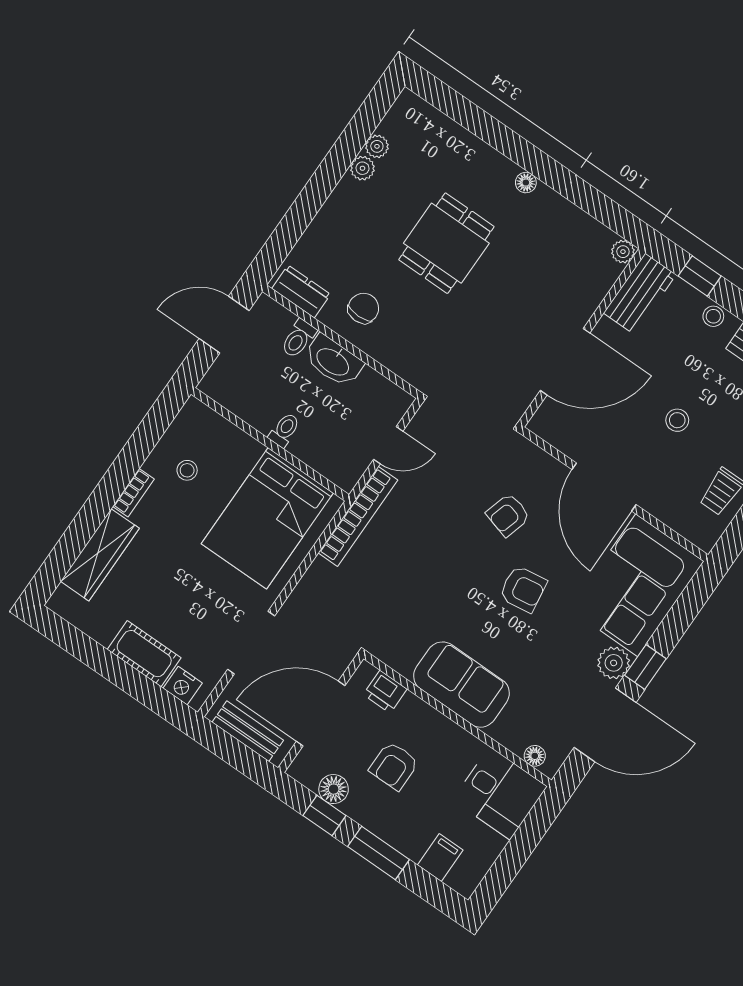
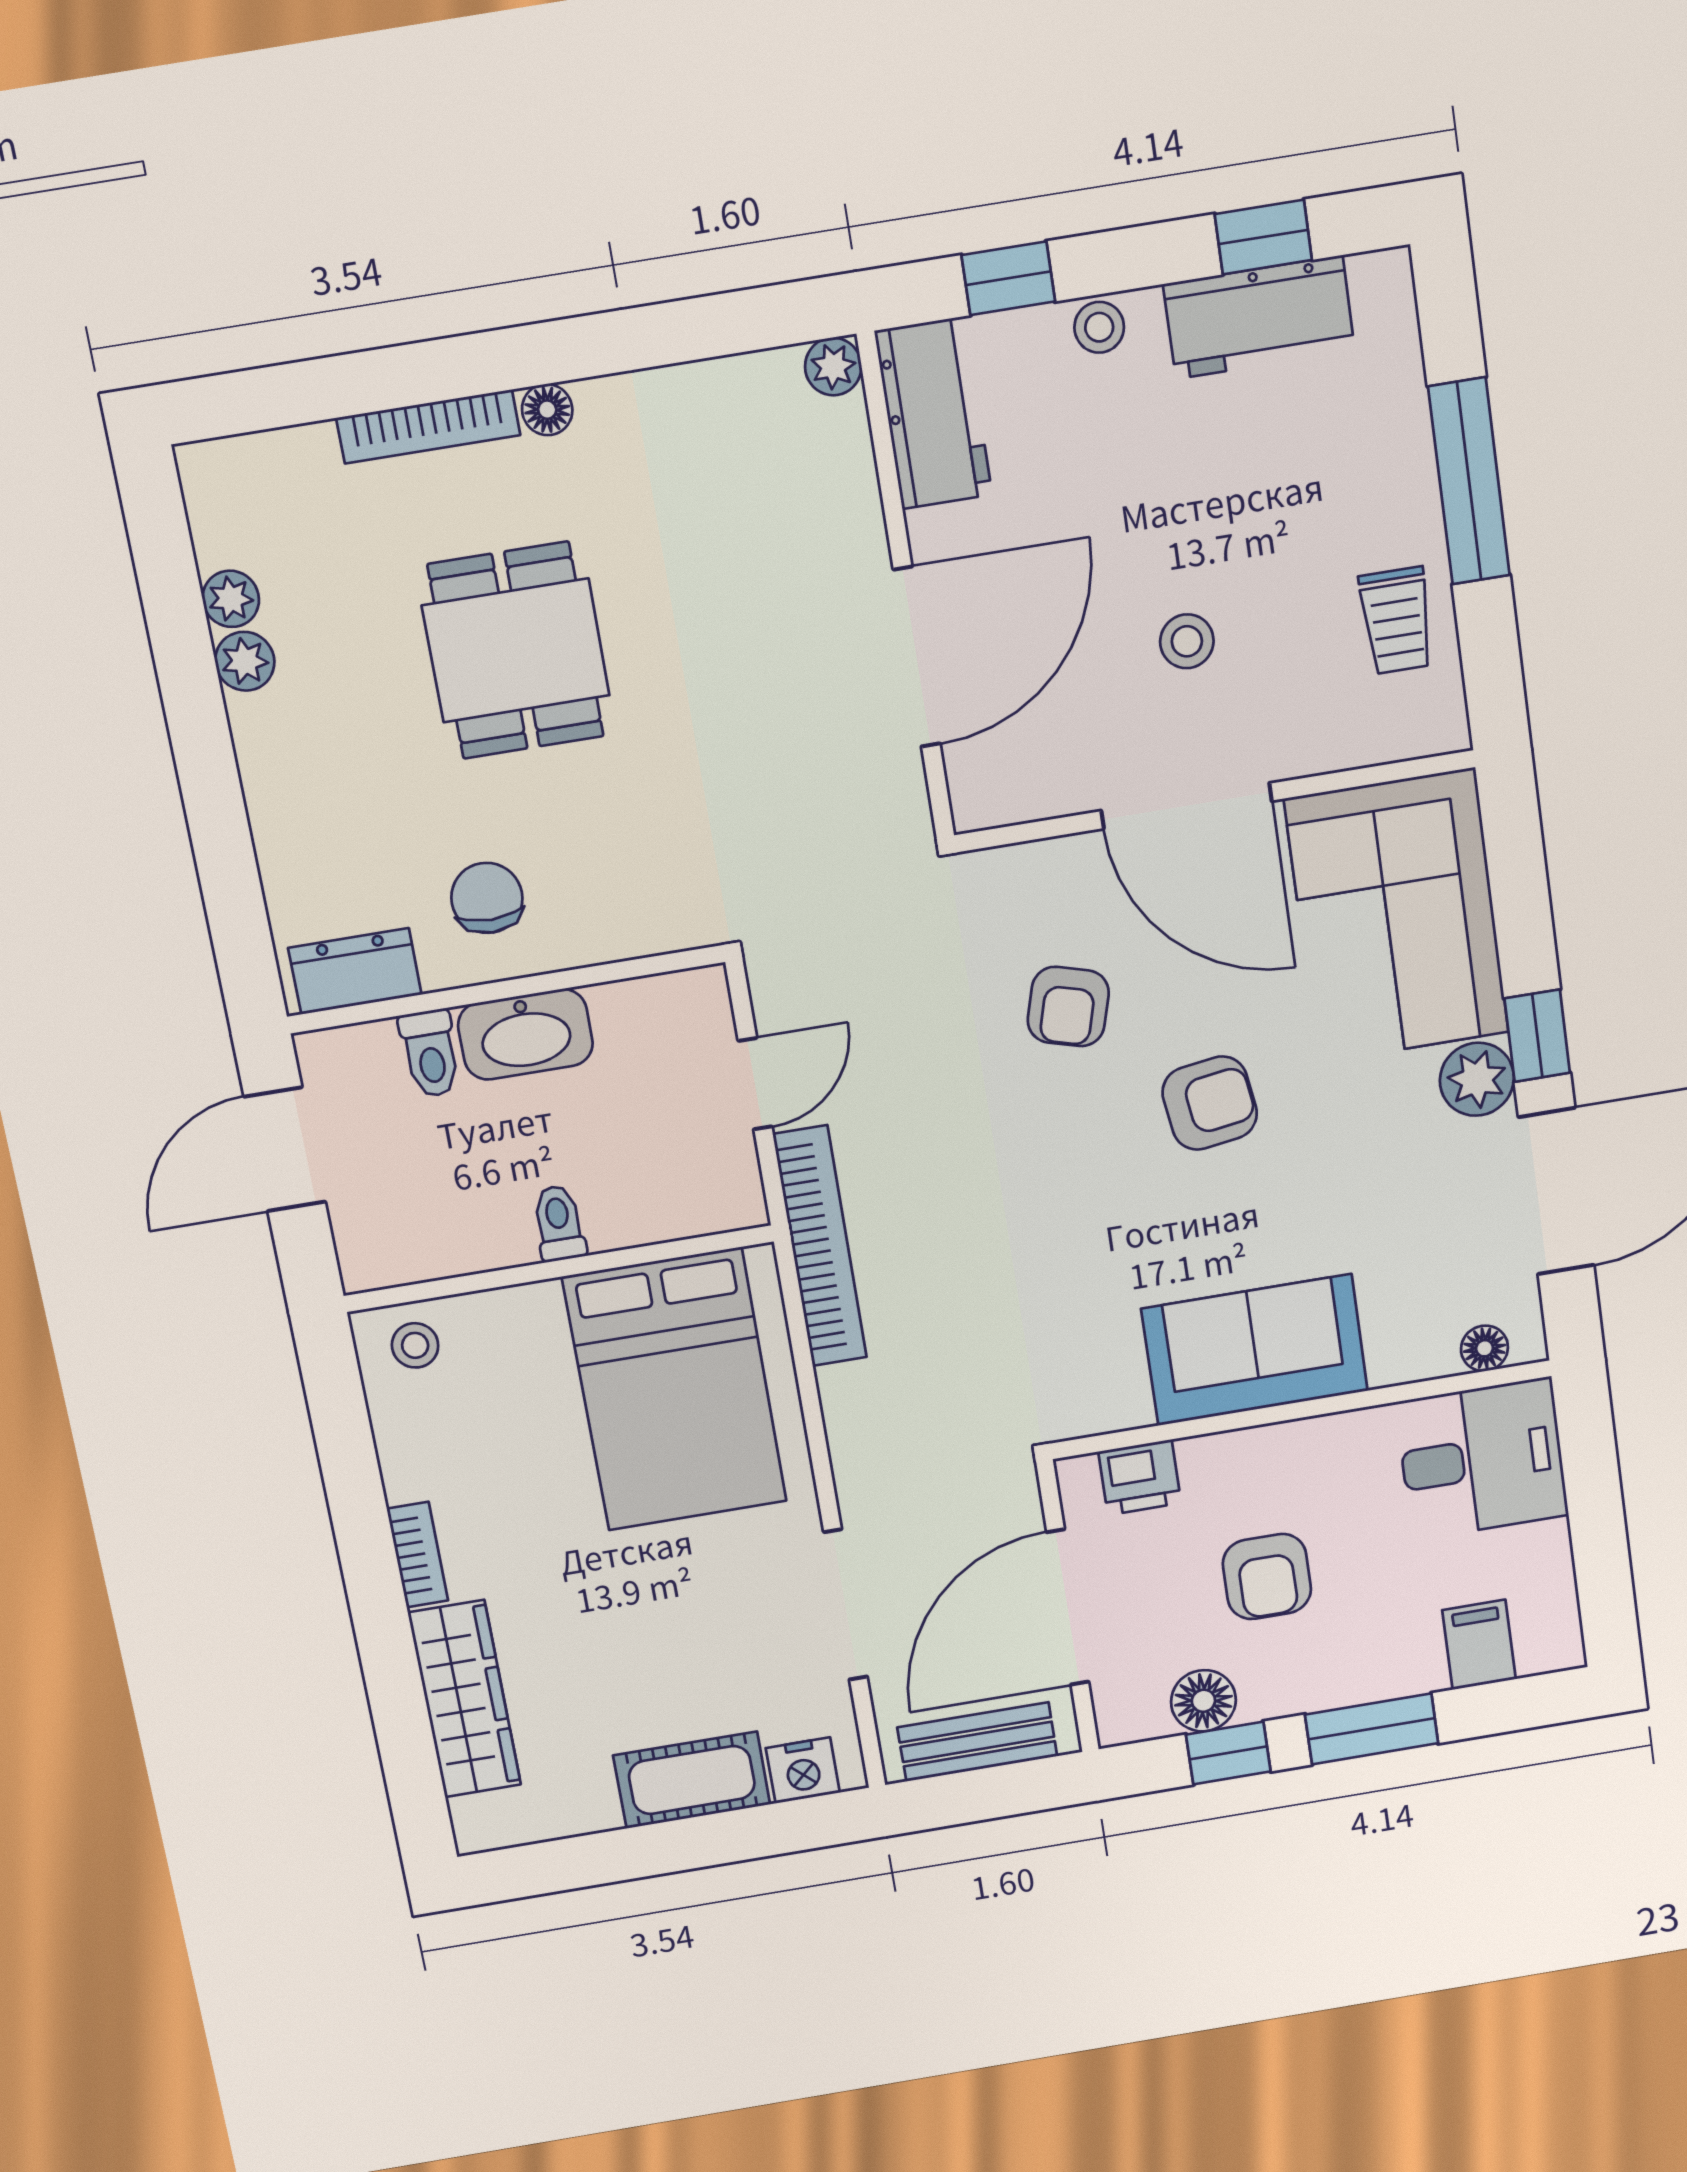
bookcase: (486, 154) -> (428, 426), added
stool: (677, 420) -> (1187, 641), moved
stool: (187, 470) -> (415, 1345), moved

